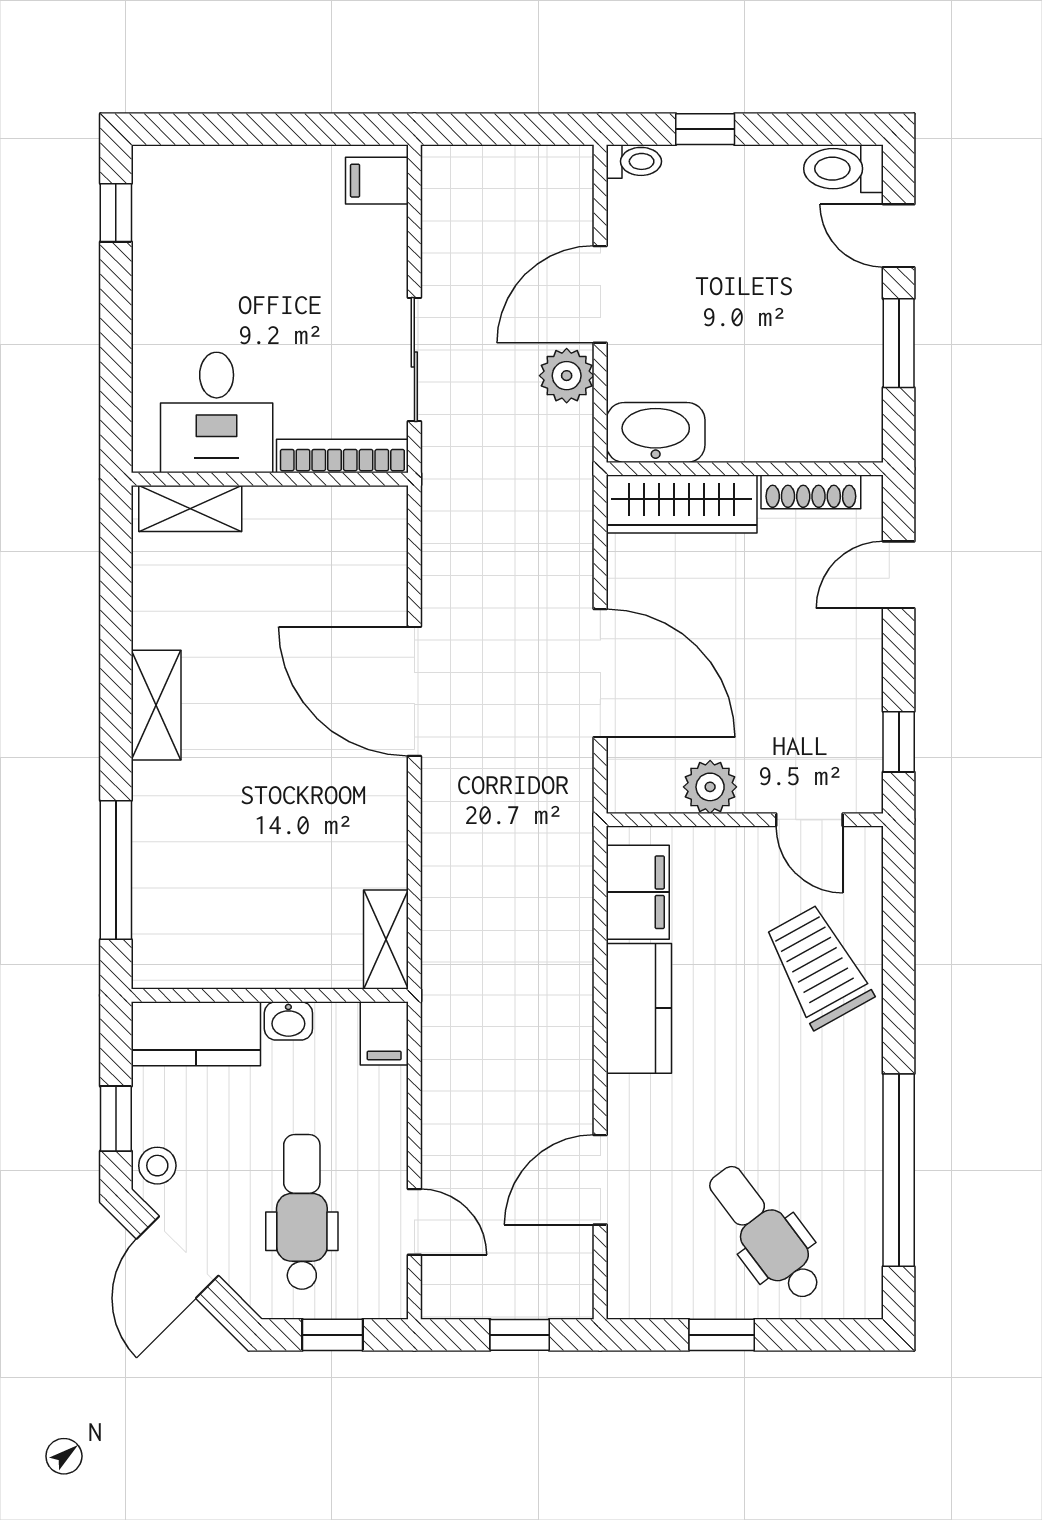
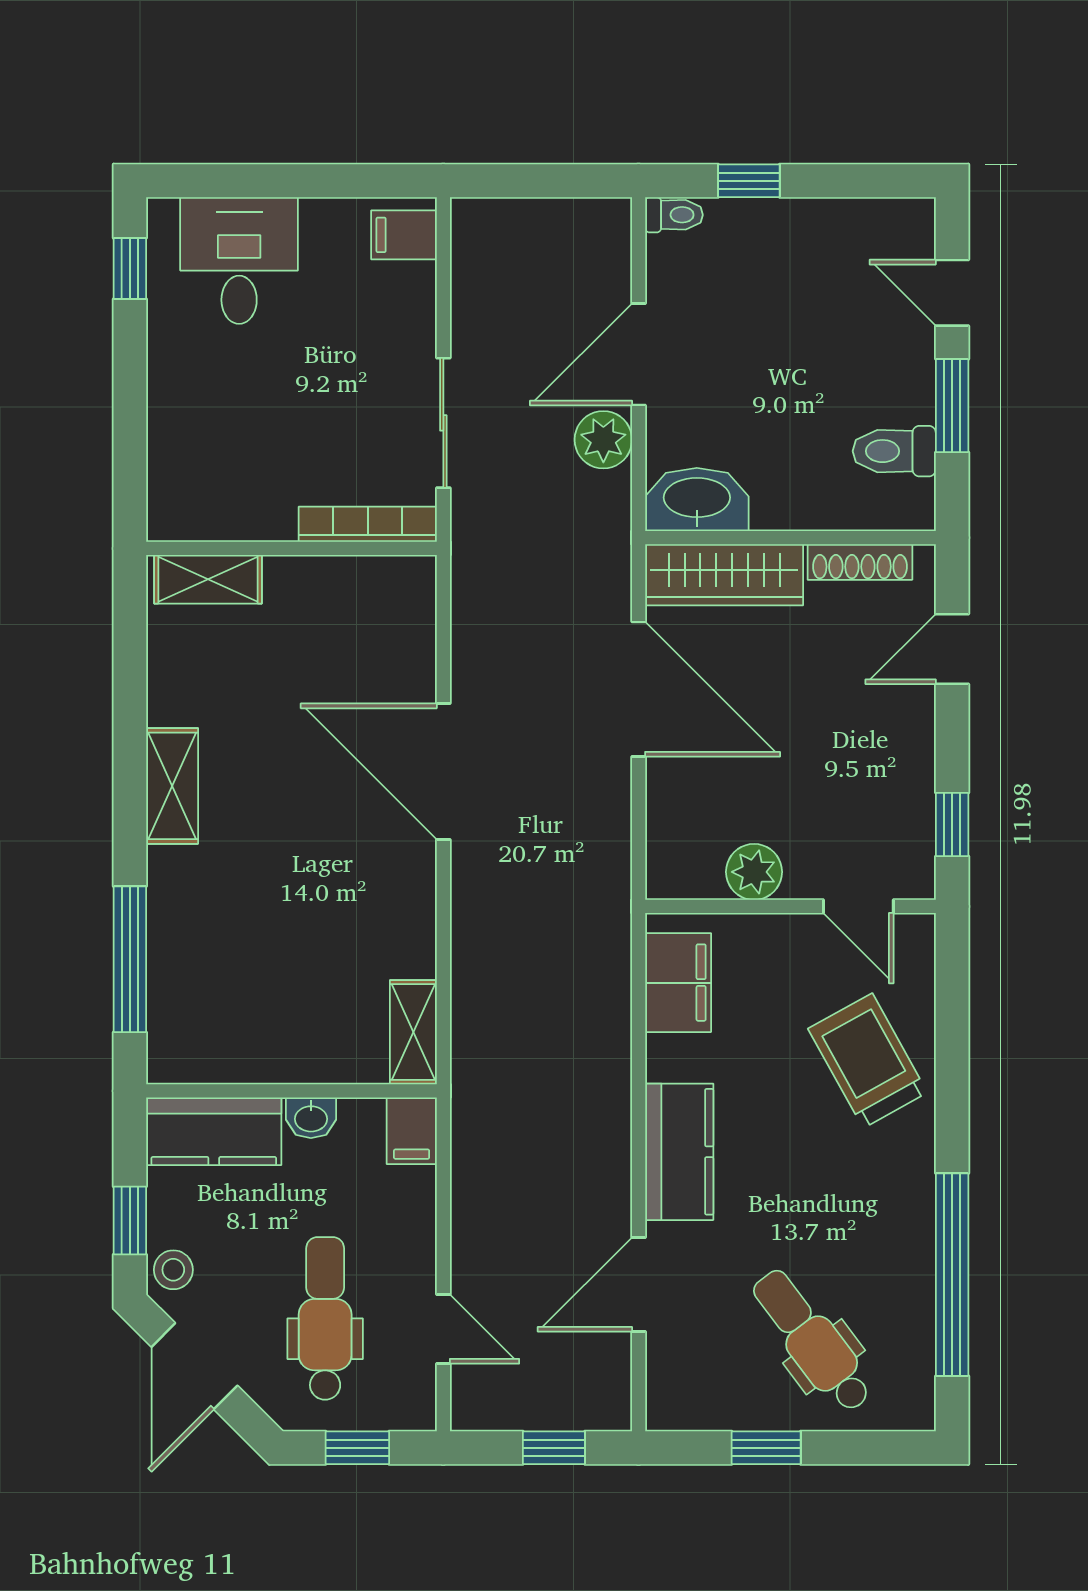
toilet: (843, 169) -> (894, 451), moved
desk: (217, 412) -> (239, 260), moved, turned 180
door: (600, 673) -> (639, 689), moved
kitchen counter: (639, 1008) -> (679, 1152), moved

